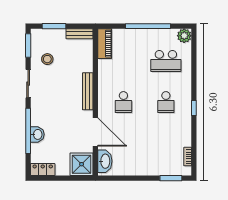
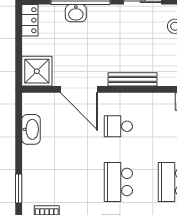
school desk: (166, 102) -> (118, 182), width x1.85
door: (95, 132) -> (79, 89), hinge flipped
washbasin: (105, 161) -> (31, 129), moved, turned -90

